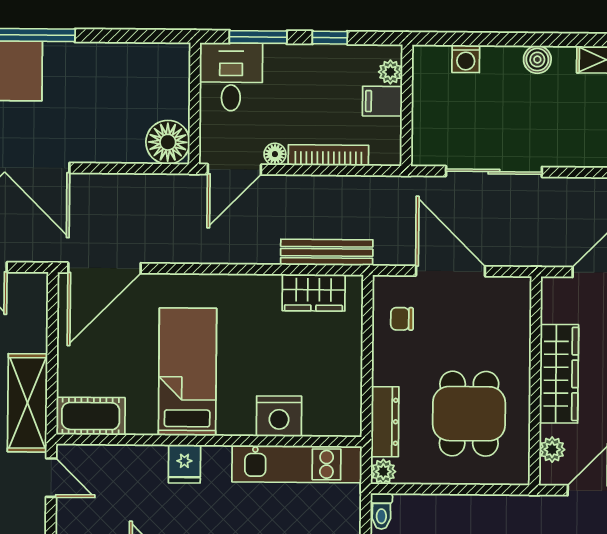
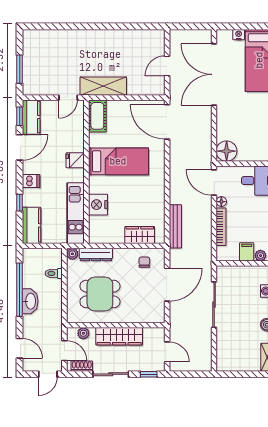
wardrobe: (314, 293) -> (140, 235), moved, turned 90
toilet: (381, 511) -> (54, 273), moved

